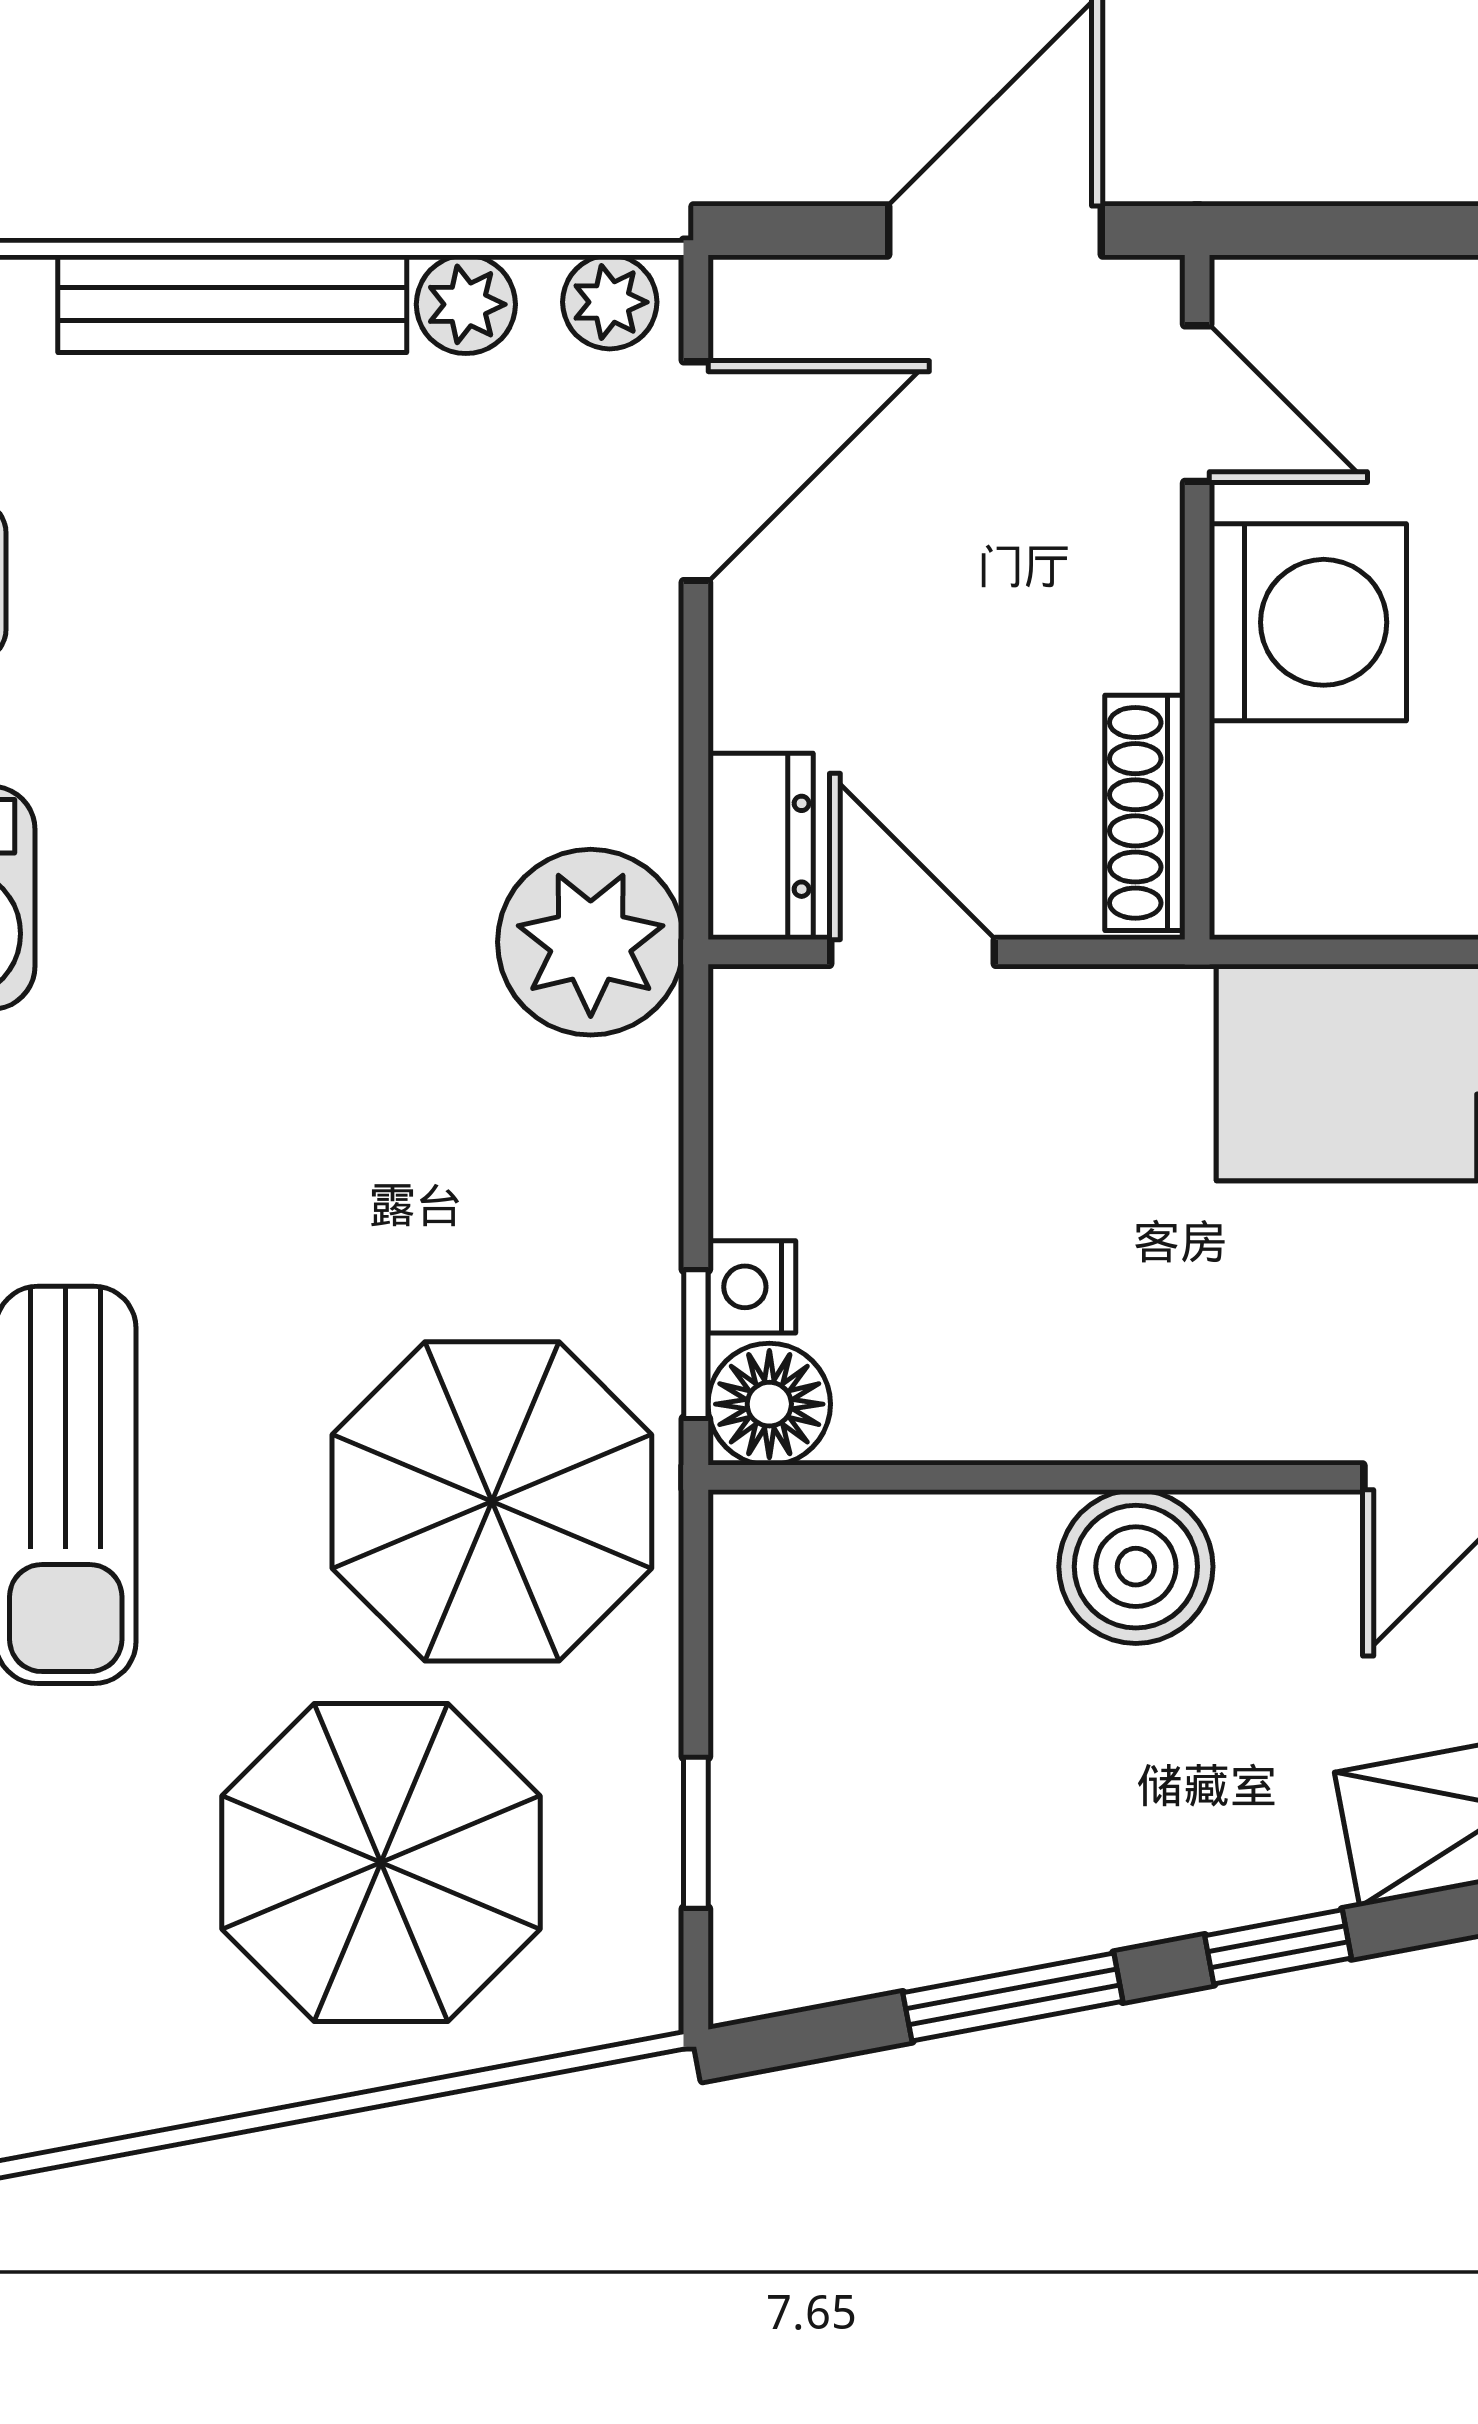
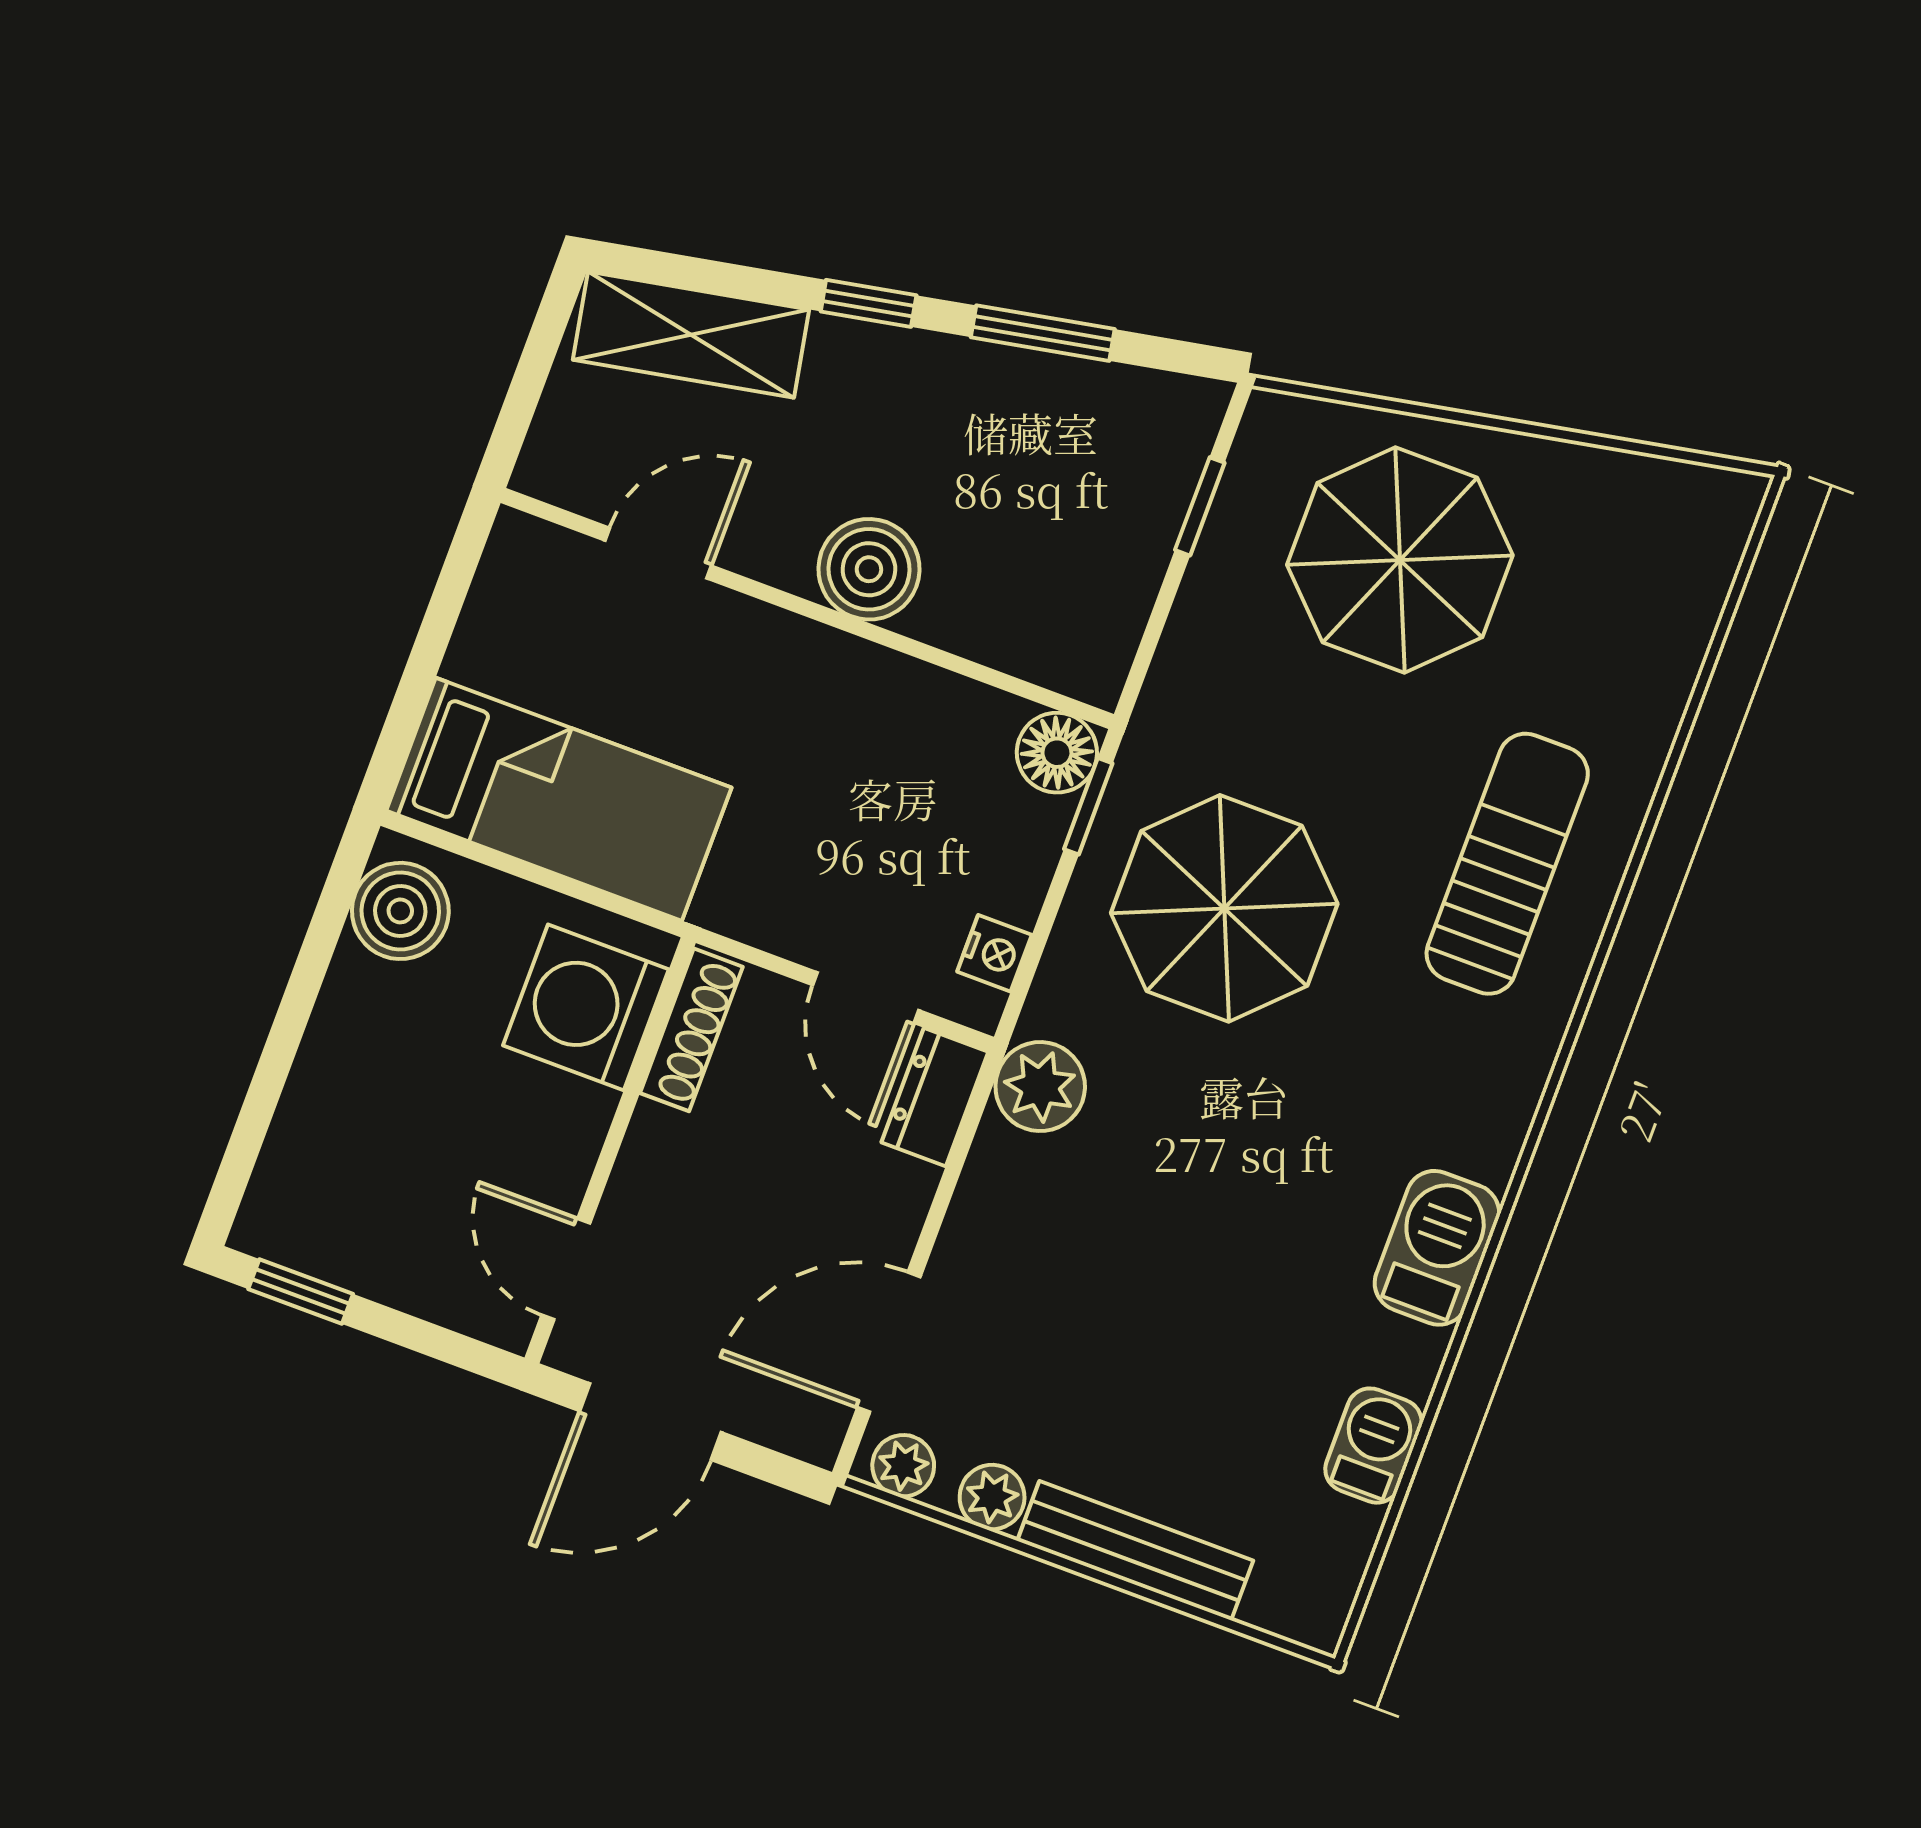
washing machine: (1308, 622) -> (586, 1007), moved
plant: (591, 942) -> (1040, 1087), width x0.73, depth x0.73
nightstand: (752, 1287) -> (994, 953), moved
parasol: (492, 1501) -> (1224, 908), moved

